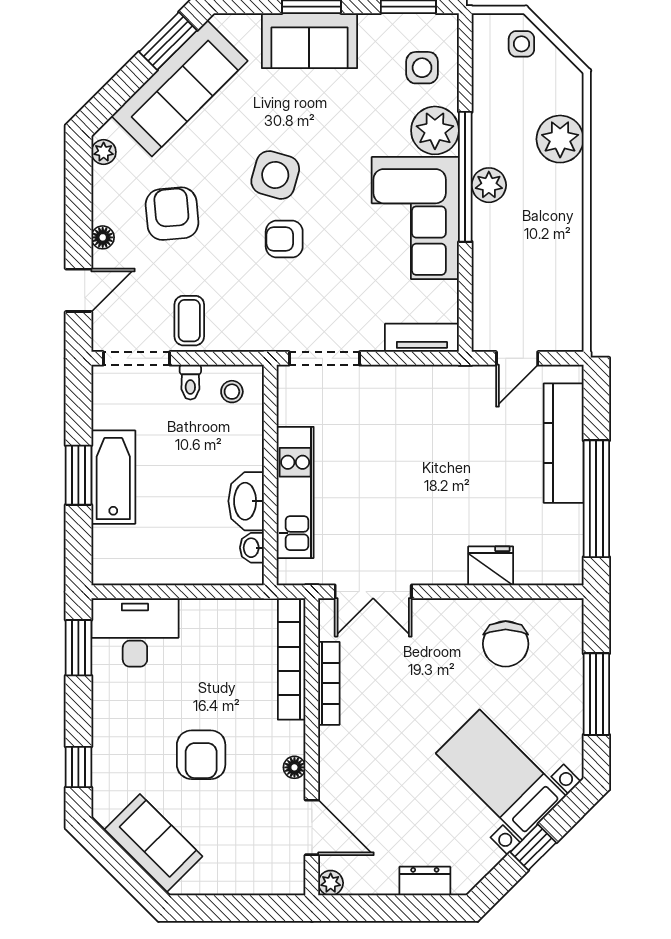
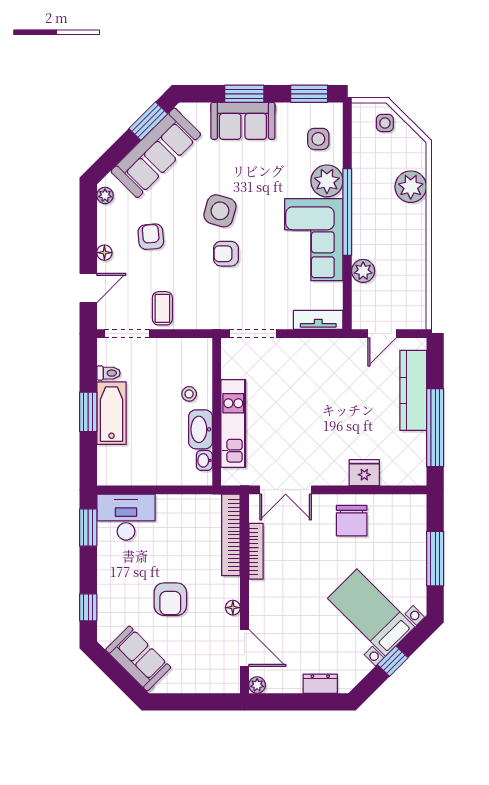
plant: (489, 185) -> (363, 271), moved
armchair: (172, 214) -> (151, 237), width x0.72, depth x0.72
toilet: (190, 382) -> (108, 373), moved, turned -90
stool: (232, 392) -> (189, 394), moved
chair: (506, 644) -> (352, 521), moved

